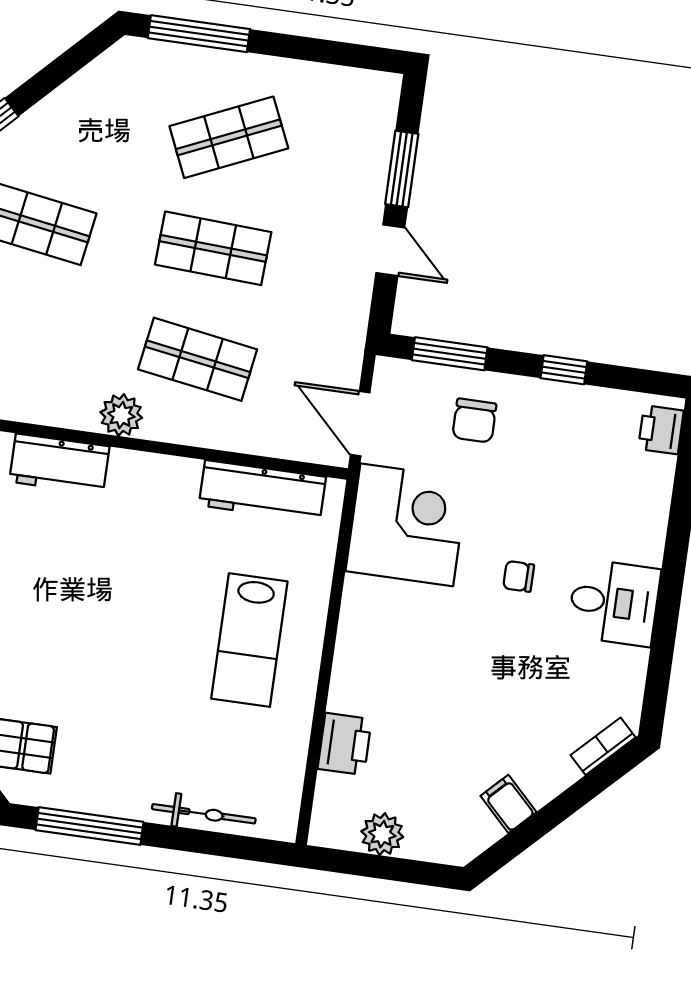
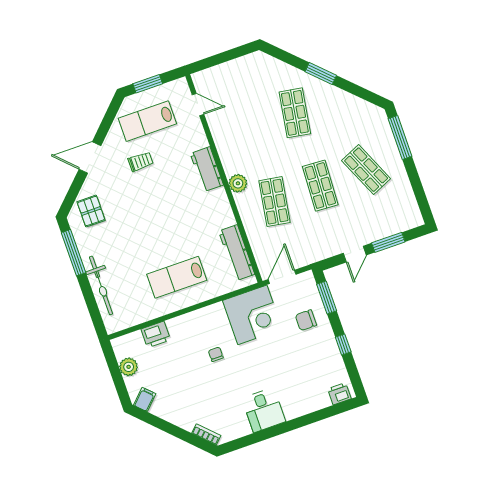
chair: (519, 576) -> (216, 354), moved
filing cabinet: (508, 804) -> (145, 399), moved
bicycle: (204, 814) -> (101, 285), width x1.37, depth x1.40

